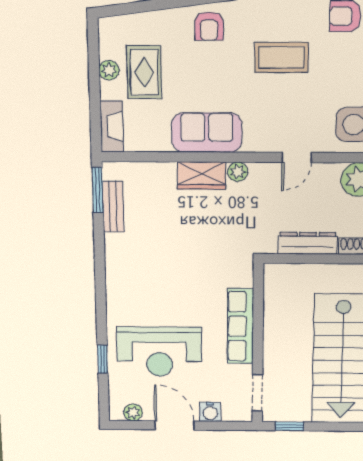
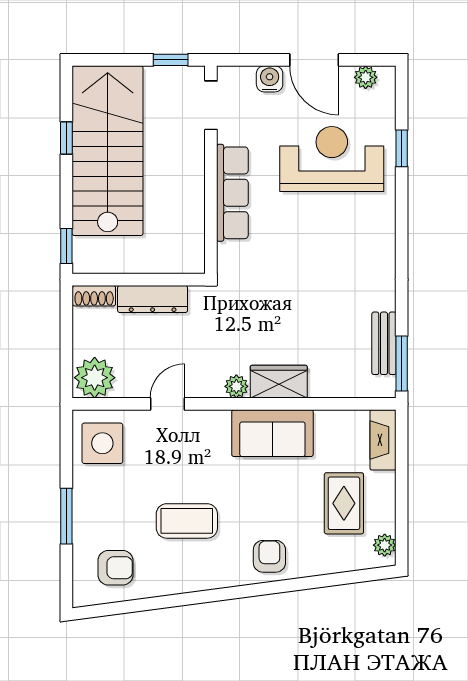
plant: (109, 70) -> (385, 545), moved

